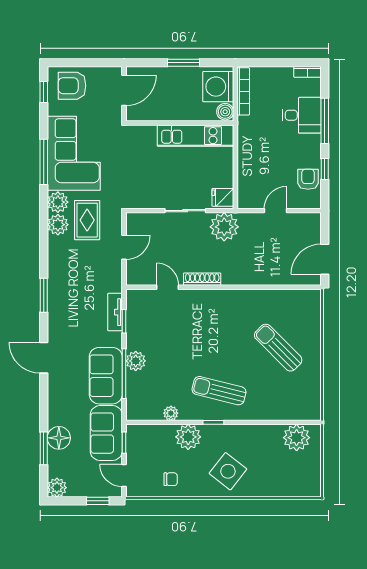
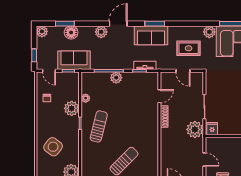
rug: (87, 220) -> (189, 48), moved
plant: (58, 225) -> (101, 32), moved
sofa: (106, 376) -> (151, 35), moved, turned 180
side table: (228, 471) -> (53, 147), moved
door: (124, 475) -> (49, 71), swing flipped

